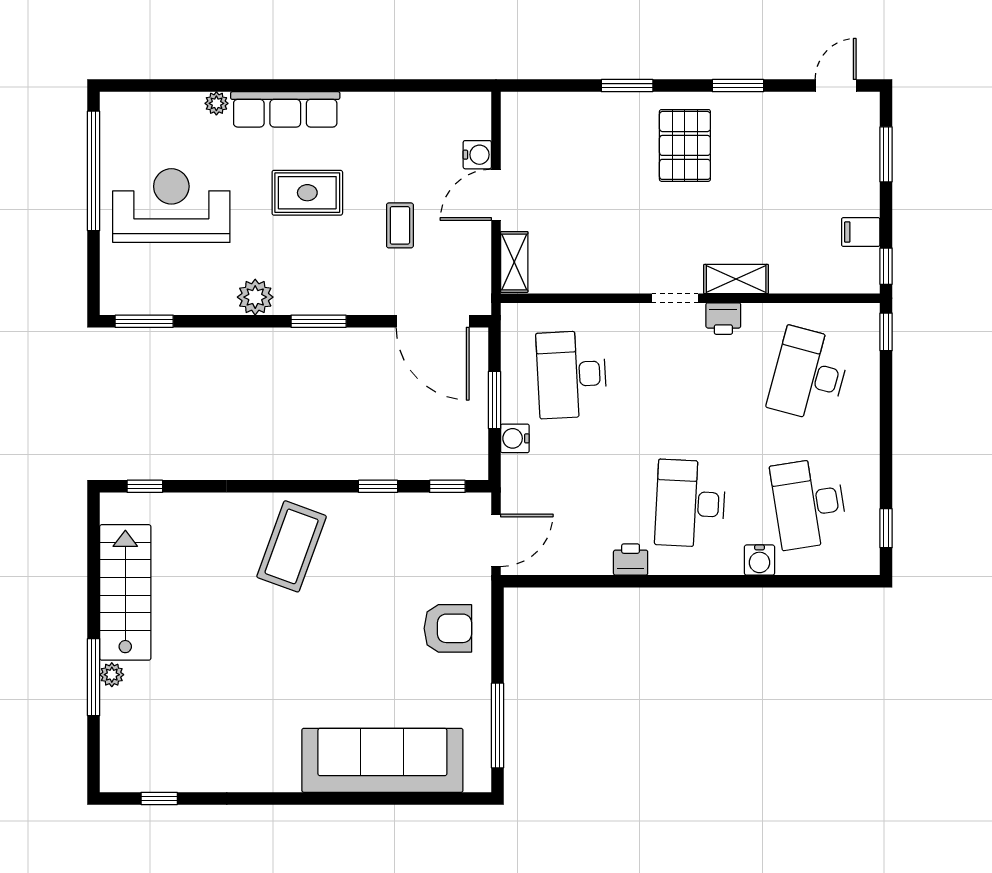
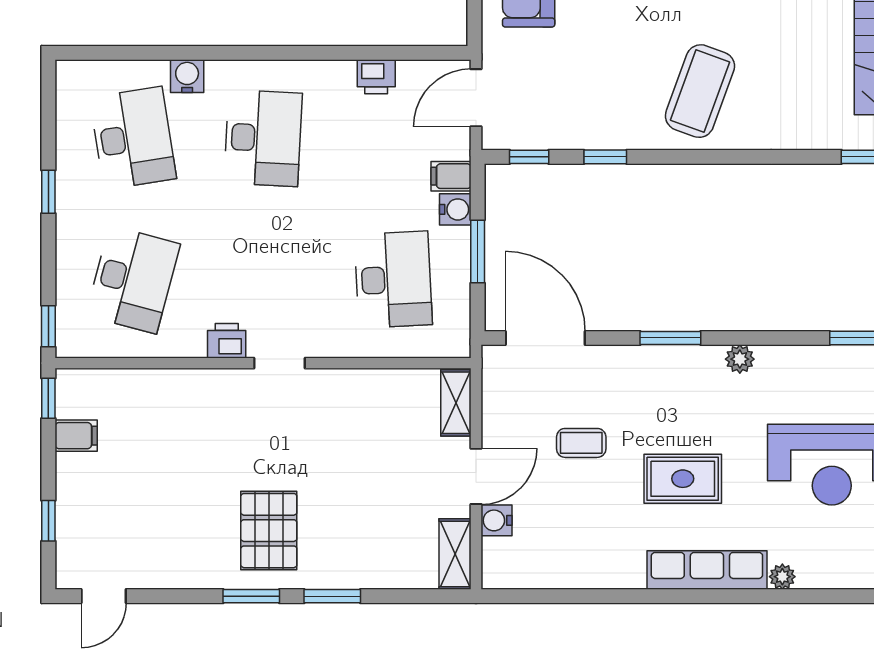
window: (738, 86) -> (251, 596), moved
window: (886, 154) -> (48, 521), width x0.67
coffee table: (400, 225) -> (581, 443), turned 90
shelving: (736, 279) -> (455, 554), moved, turned 90
plant: (255, 297) -> (740, 359), width x0.73, depth x0.73
filing cabinet: (519, 469) -> (451, 176), added
window: (886, 528) -> (48, 192), moved
printer: (631, 560) -> (376, 77), moved

